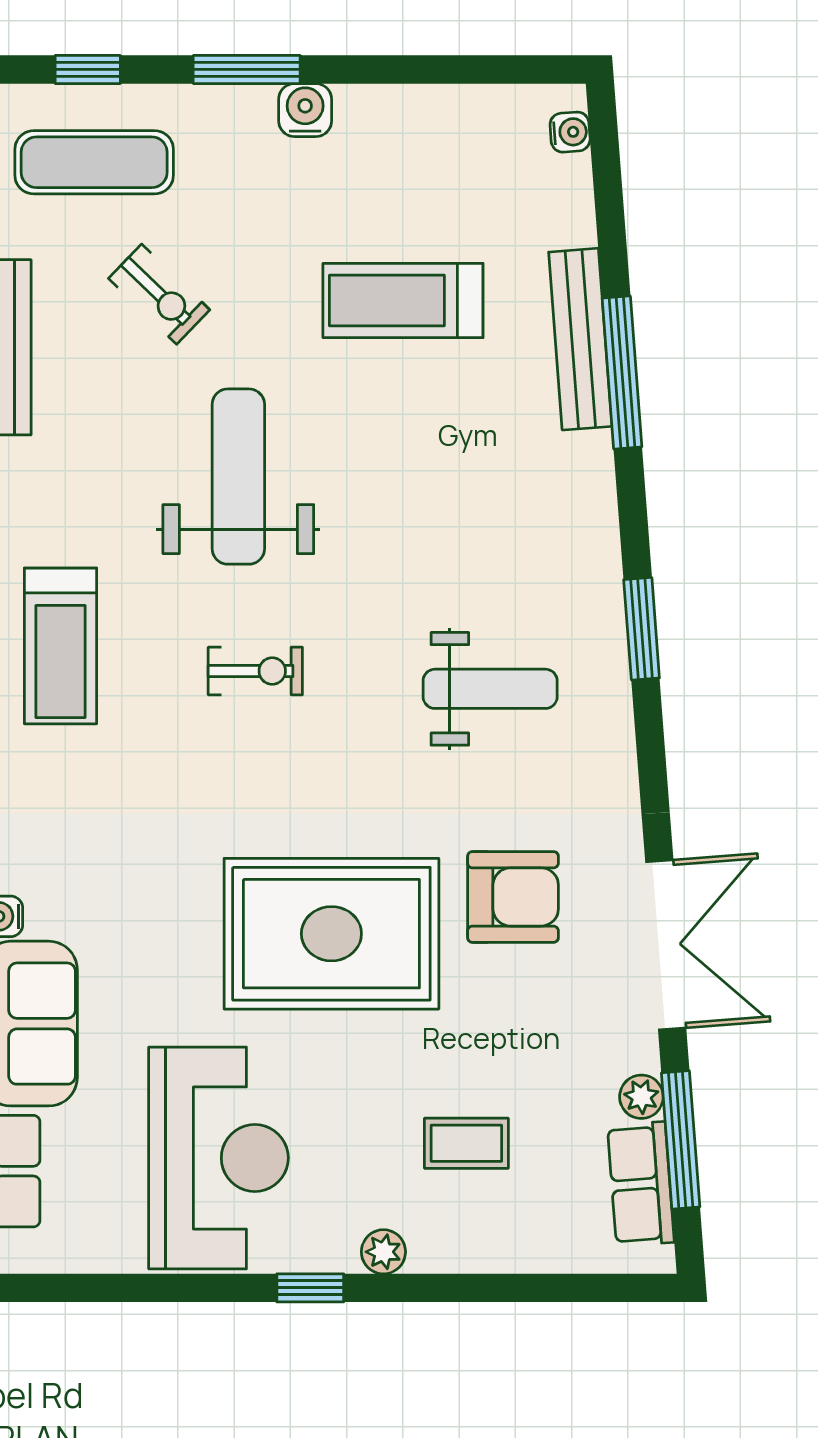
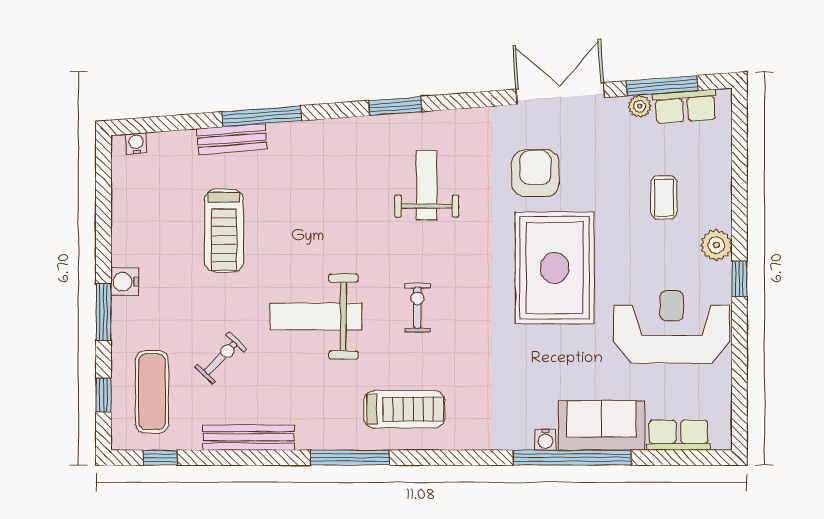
bench: (580, 339) -> (232, 139), width x0.73
plant: (383, 1252) -> (716, 245), width x1.38, depth x1.38

